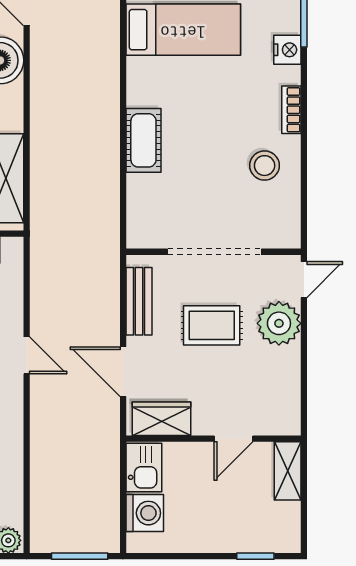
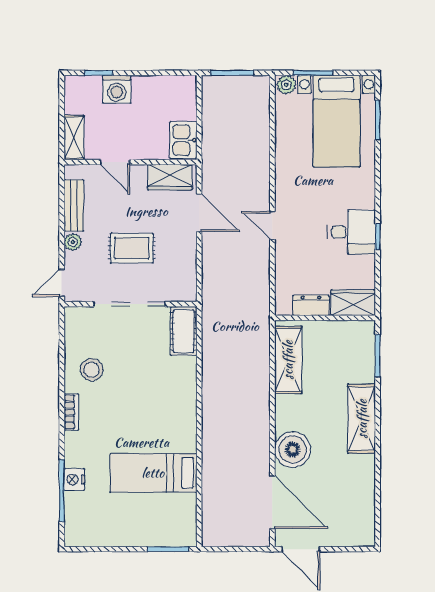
nightstand: (287, 50) -> (74, 479), moved
cot: (143, 140) -> (184, 331), moved
bench: (139, 301) -> (74, 206), moved
plant: (279, 323) -> (73, 242), width x0.53, depth x0.53
door: (234, 439) -> (115, 162), swing flipped
washing machine: (145, 513) -> (117, 89), moved, turned -90

